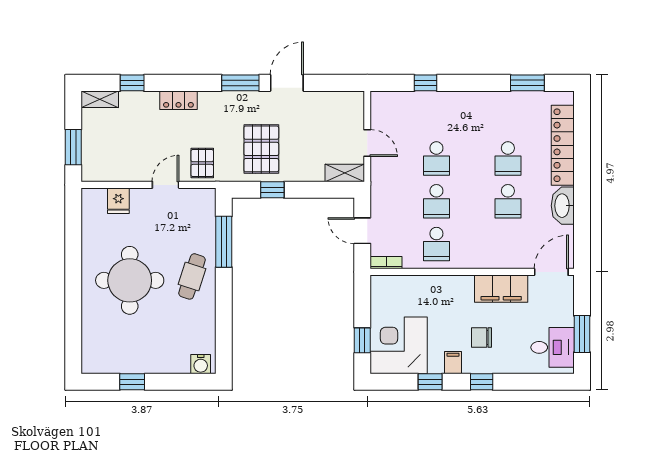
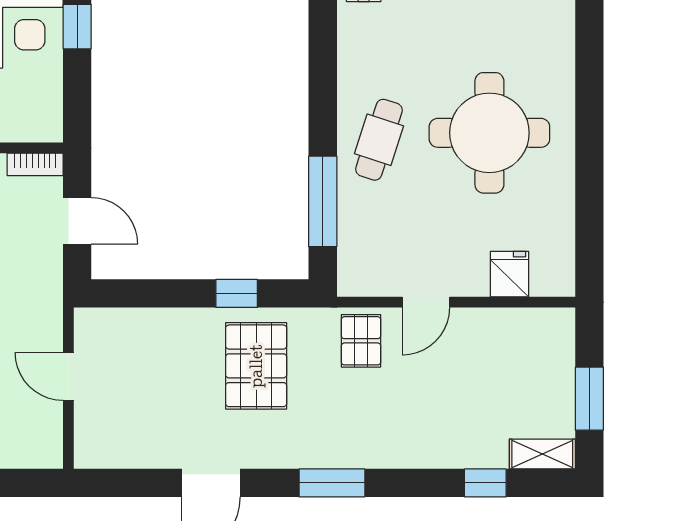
window: (240, 83) -> (332, 483), moved
locker: (178, 100) -> (403, 452), removed
window: (73, 147) -> (589, 399), moved
shelving: (345, 173) -> (108, 323), removed

